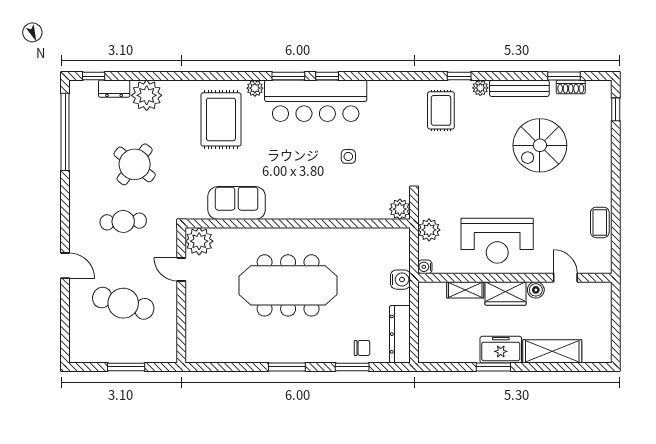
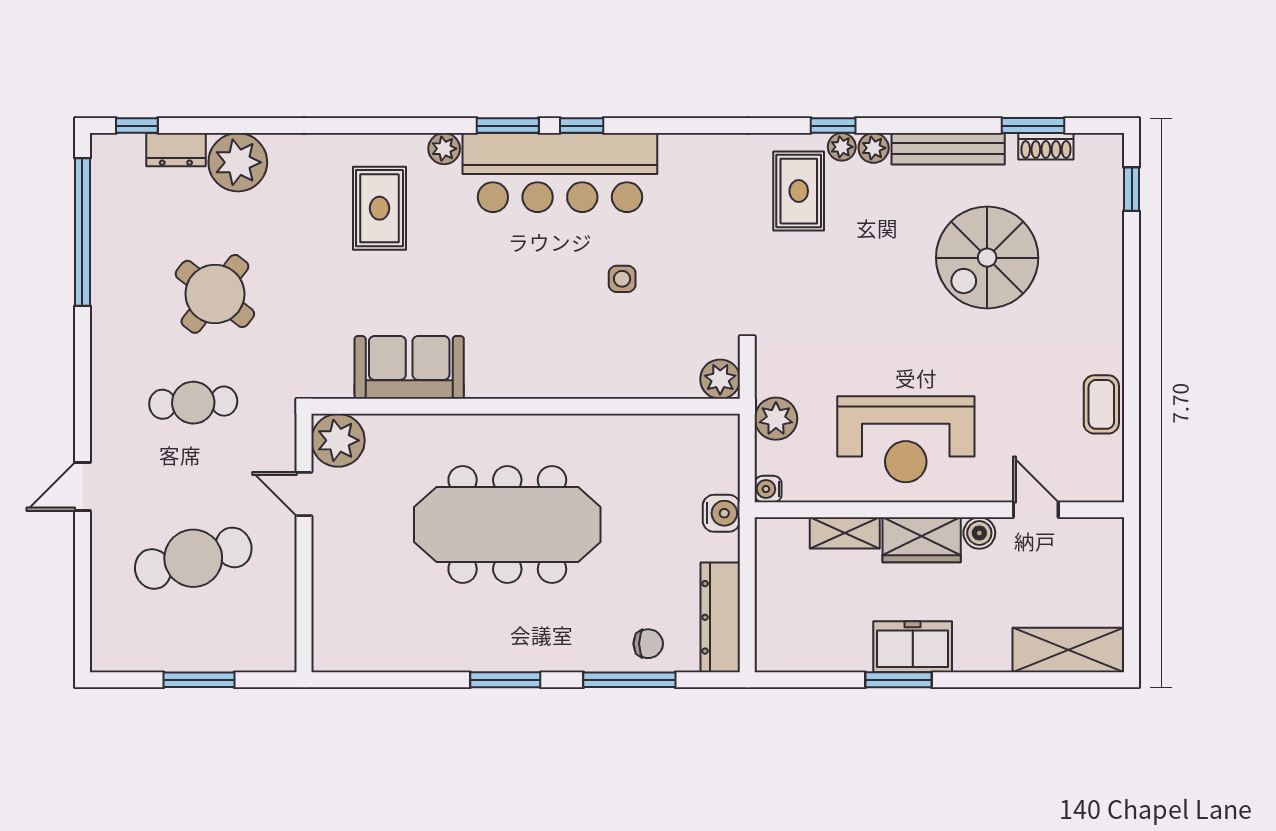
plant: (464, 87) -> (842, 147), added
rug: (221, 119) -> (379, 208), width x0.73, depth x0.70
door: (65, 266) -> (82, 487), swing flipped
cafe table: (123, 303) -> (193, 558), turned -30
shelving: (552, 351) -> (1068, 650), moved
window: (352, 367) -> (629, 680), width x1.44

